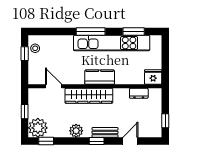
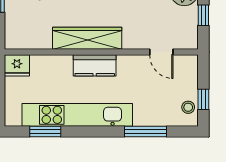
window: (91, 32) -> (145, 132), moved
dresser: (139, 93) -> (38, 42), removed
wardrobe: (89, 96) -> (87, 38), moved

